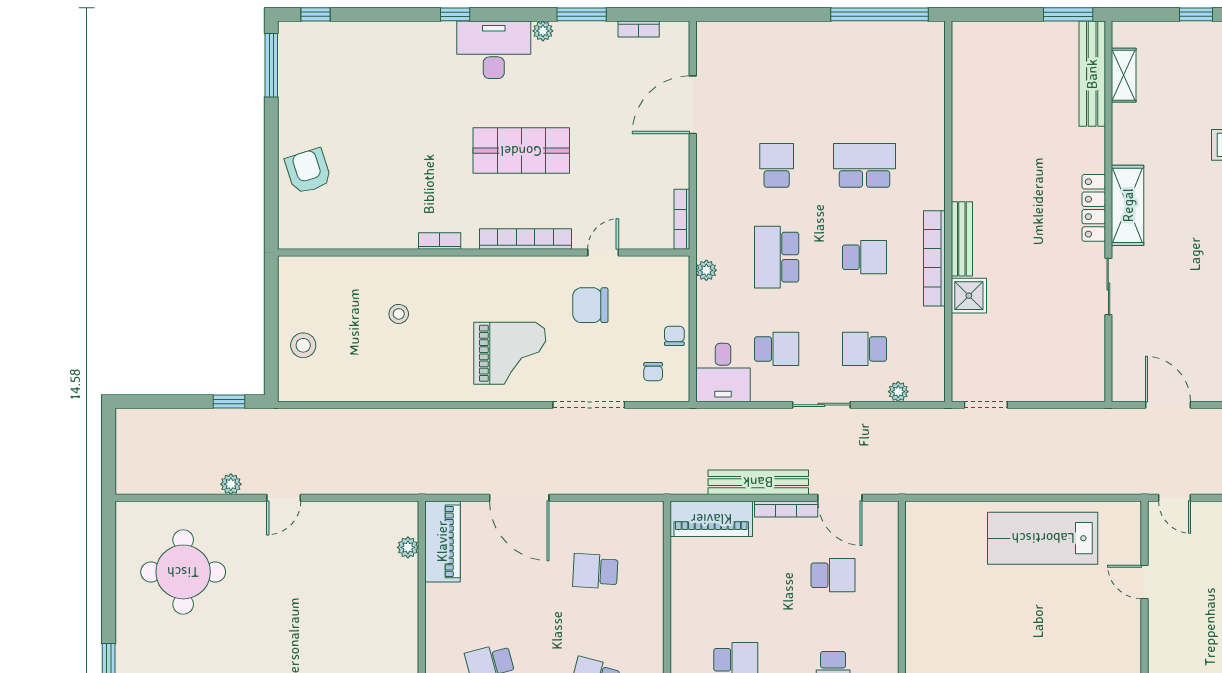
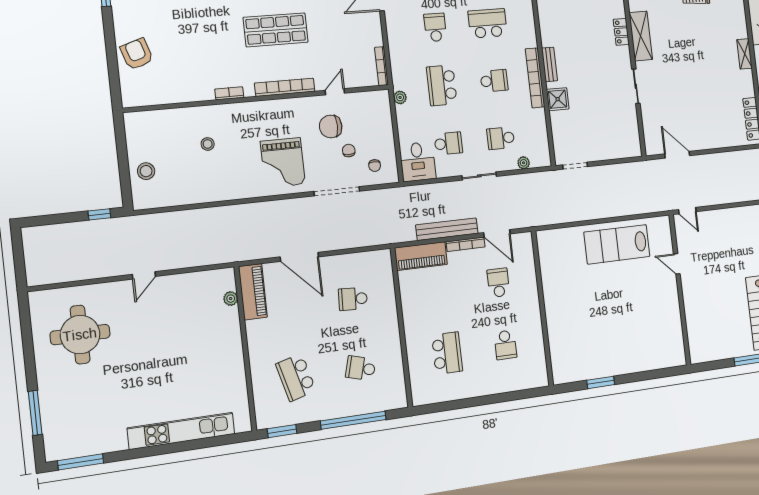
locker: (1094, 208) -> (621, 32), width x0.66
bench: (962, 239) -> (550, 64), width x0.73
chair: (674, 336) -> (349, 151), moved
grand piano: (510, 353) -> (283, 163), turned 90
plant: (231, 484) -> (107, 270), removed
school desk: (833, 575) -> (498, 283), turned -90

